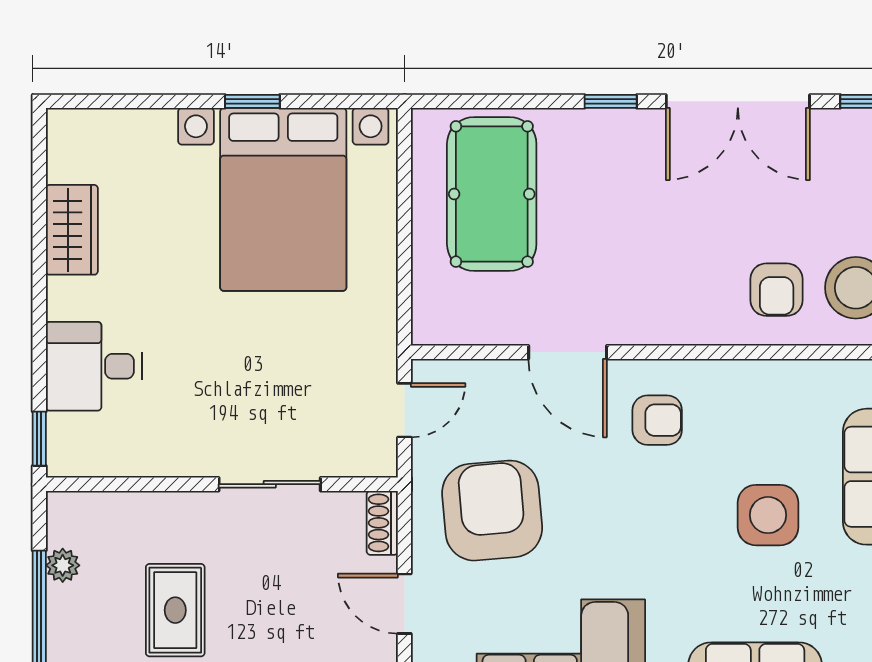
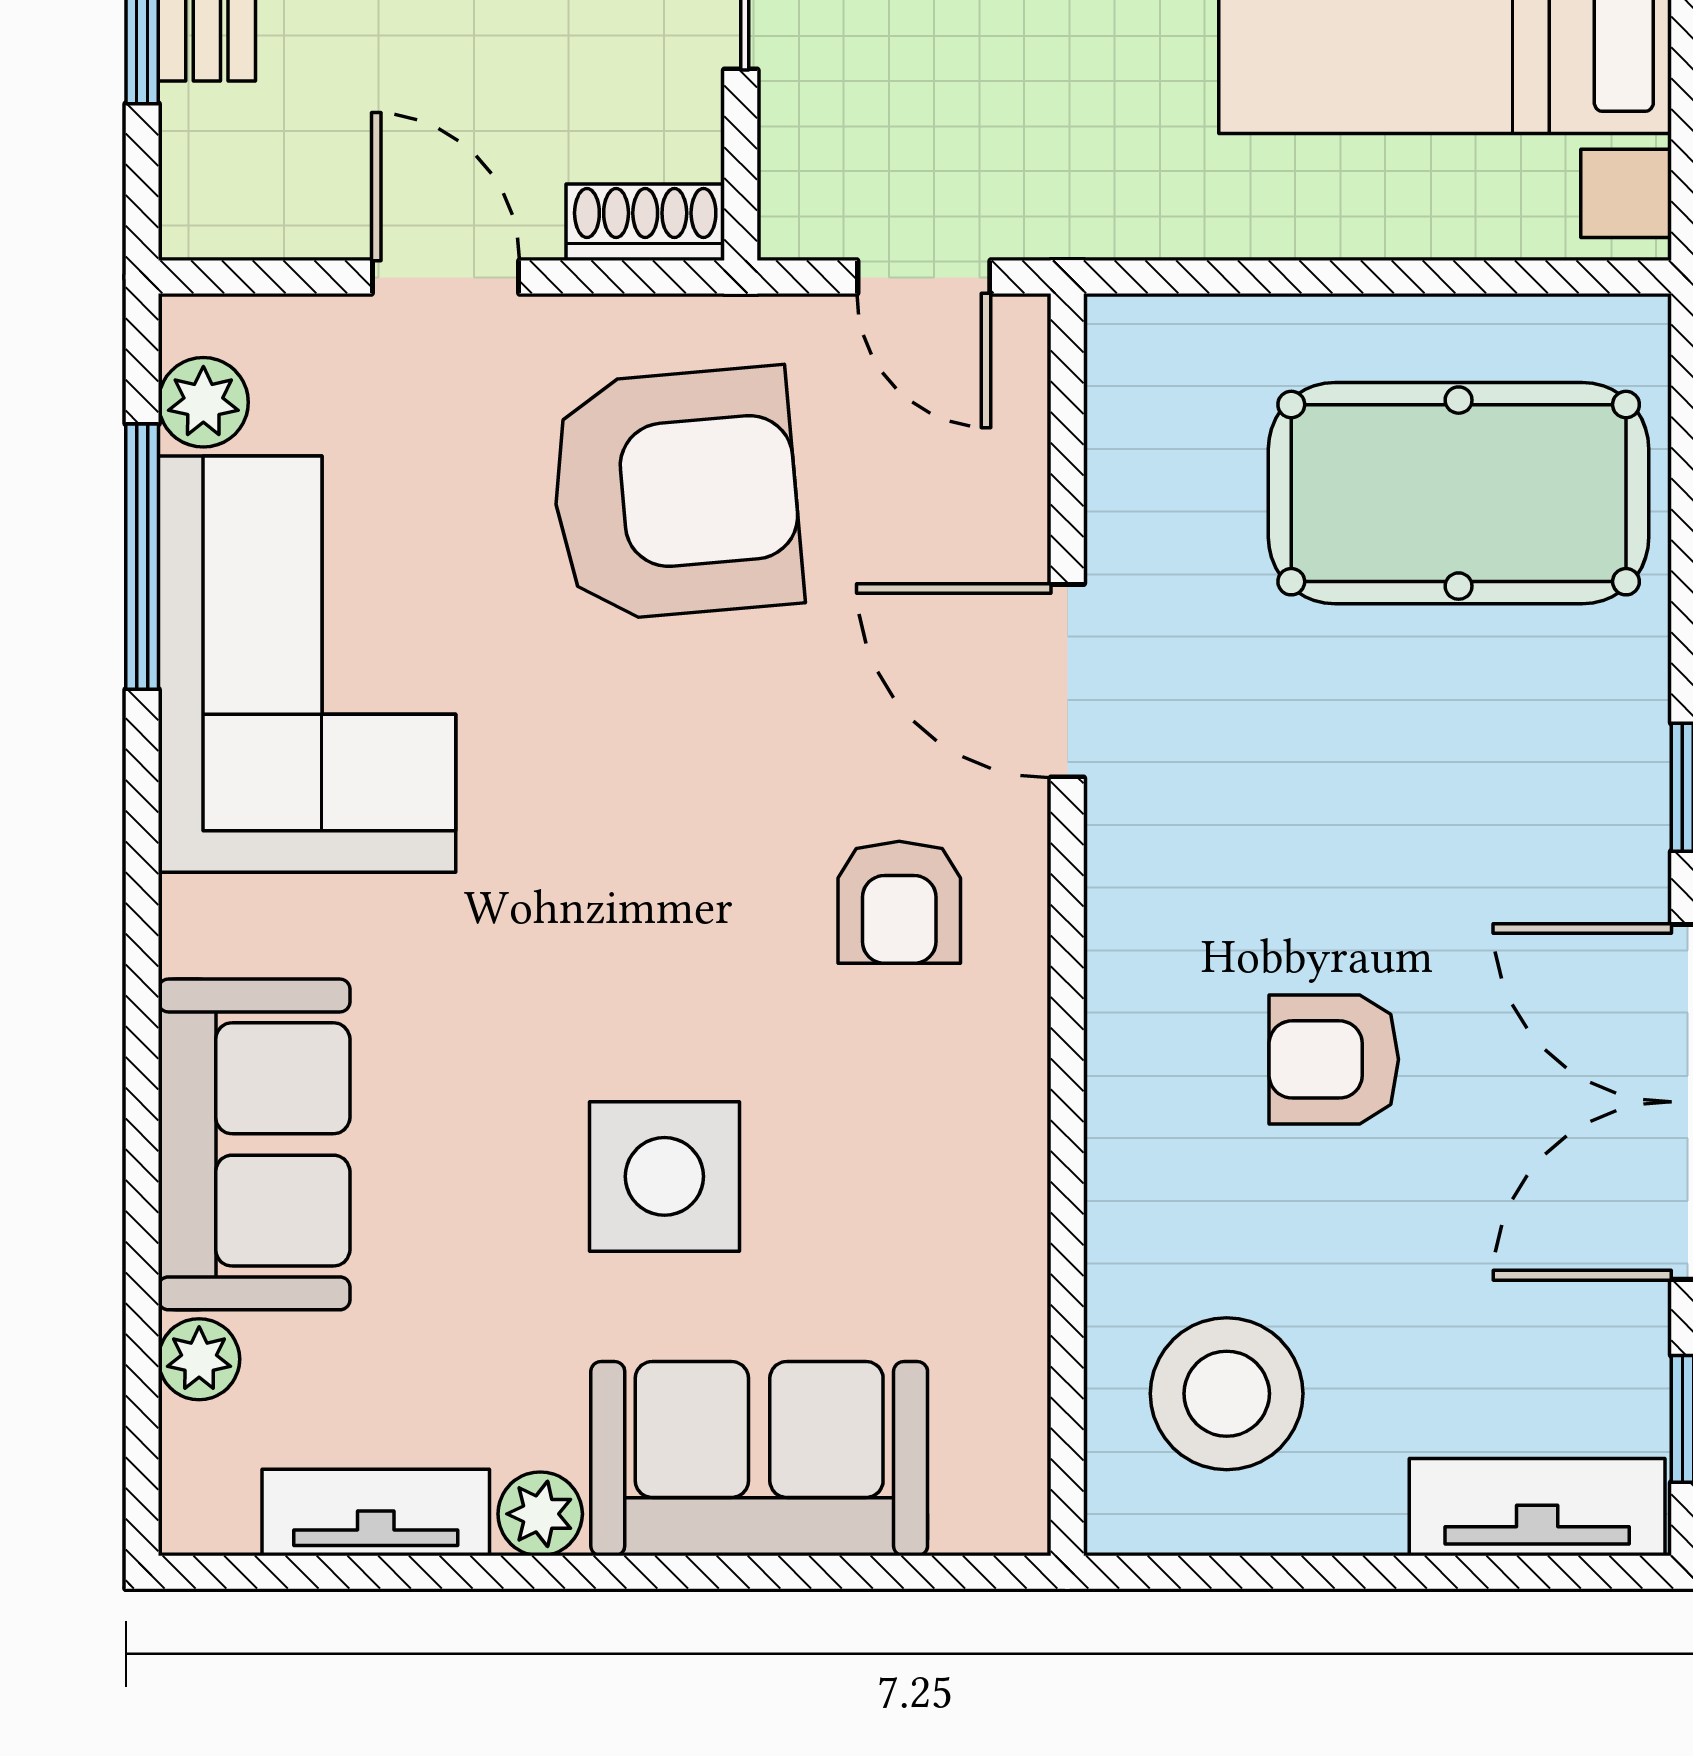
armchair: (777, 290) -> (1334, 1059), moved
door: (568, 352) -> (1067, 681), hinge flipped
door: (404, 604) -> (445, 277), hinge flipped

